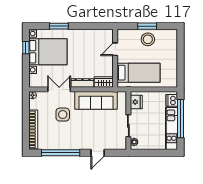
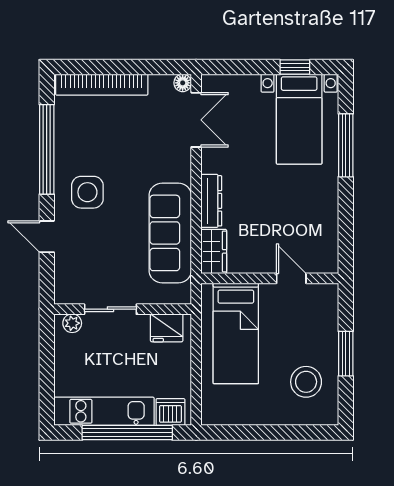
window: (59, 26) -> (346, 145), width x1.44
stool: (148, 39) -> (306, 382), moved
bed with nightstands: (48, 52) -> (299, 119), width x0.73
double door: (59, 89) -> (196, 120), moved
side table: (63, 115) -> (87, 192), moved

